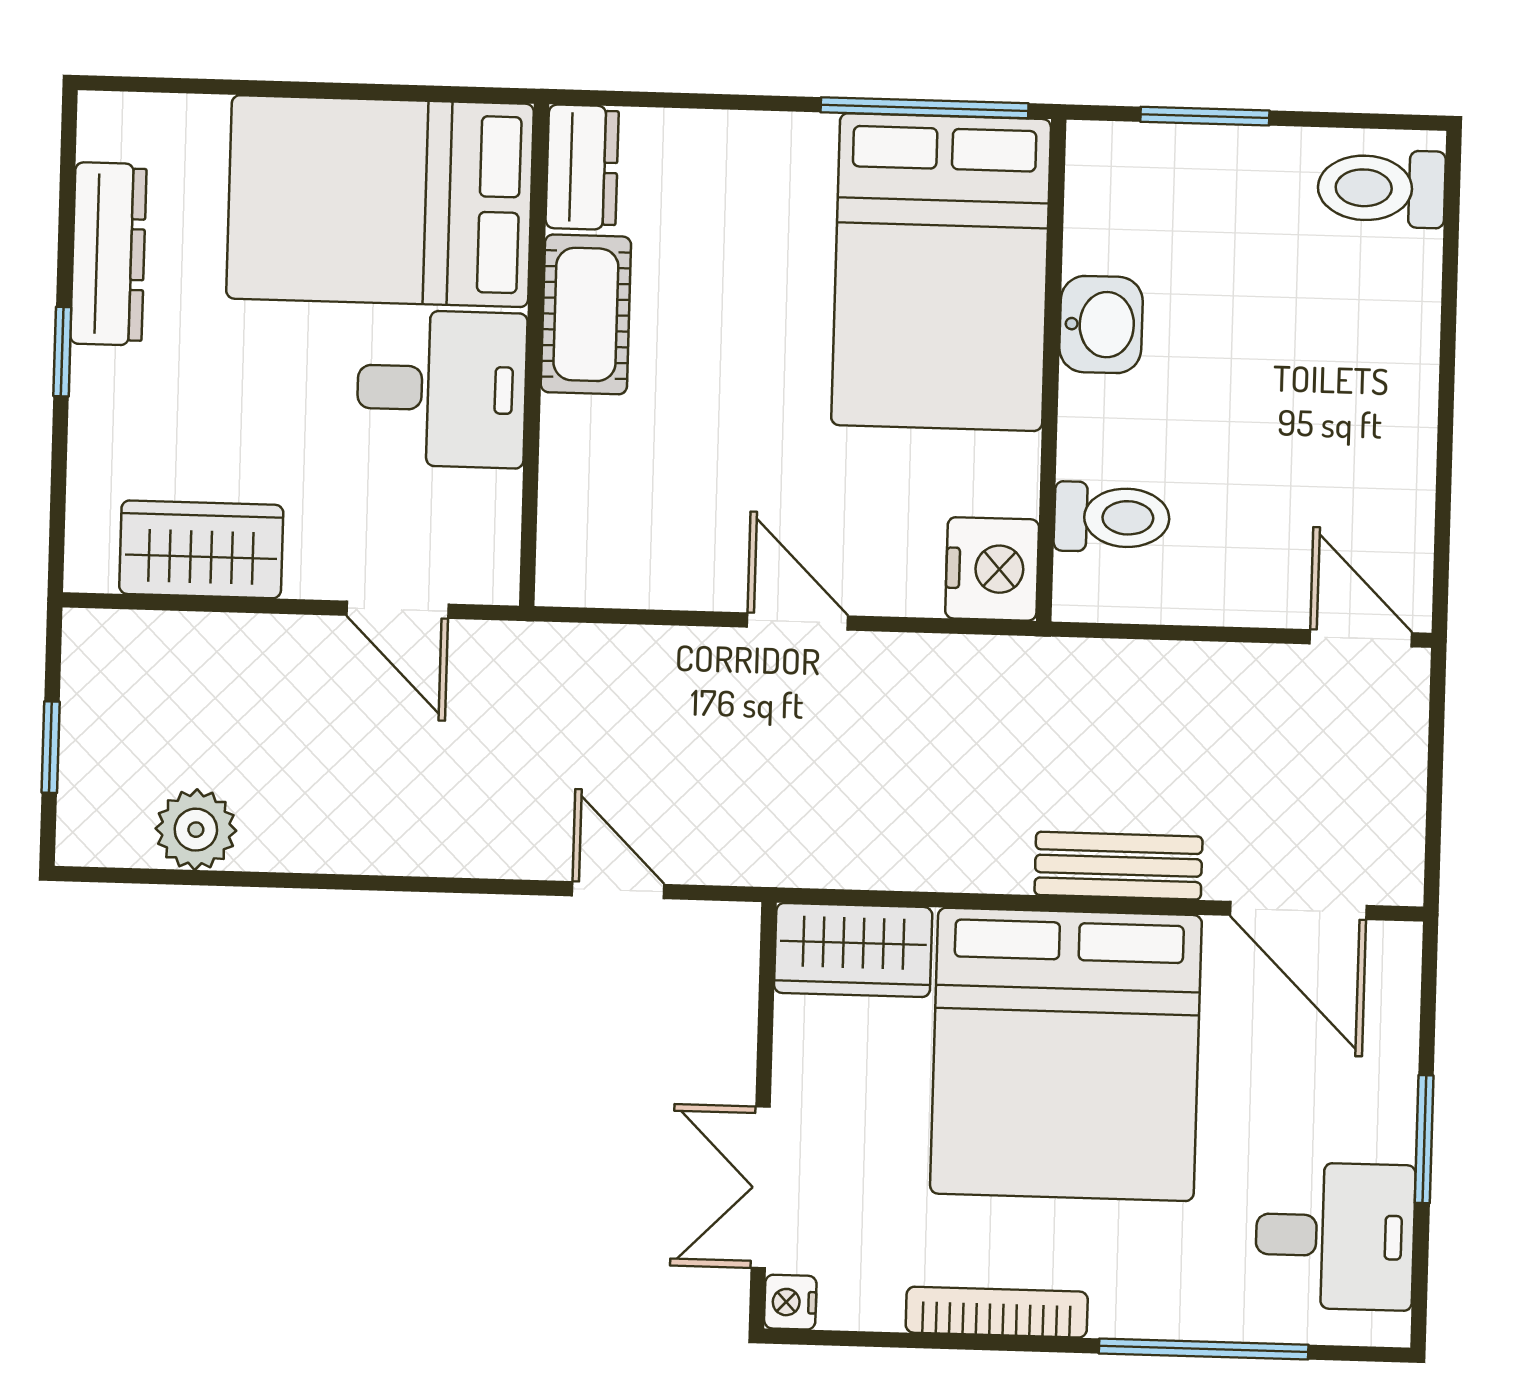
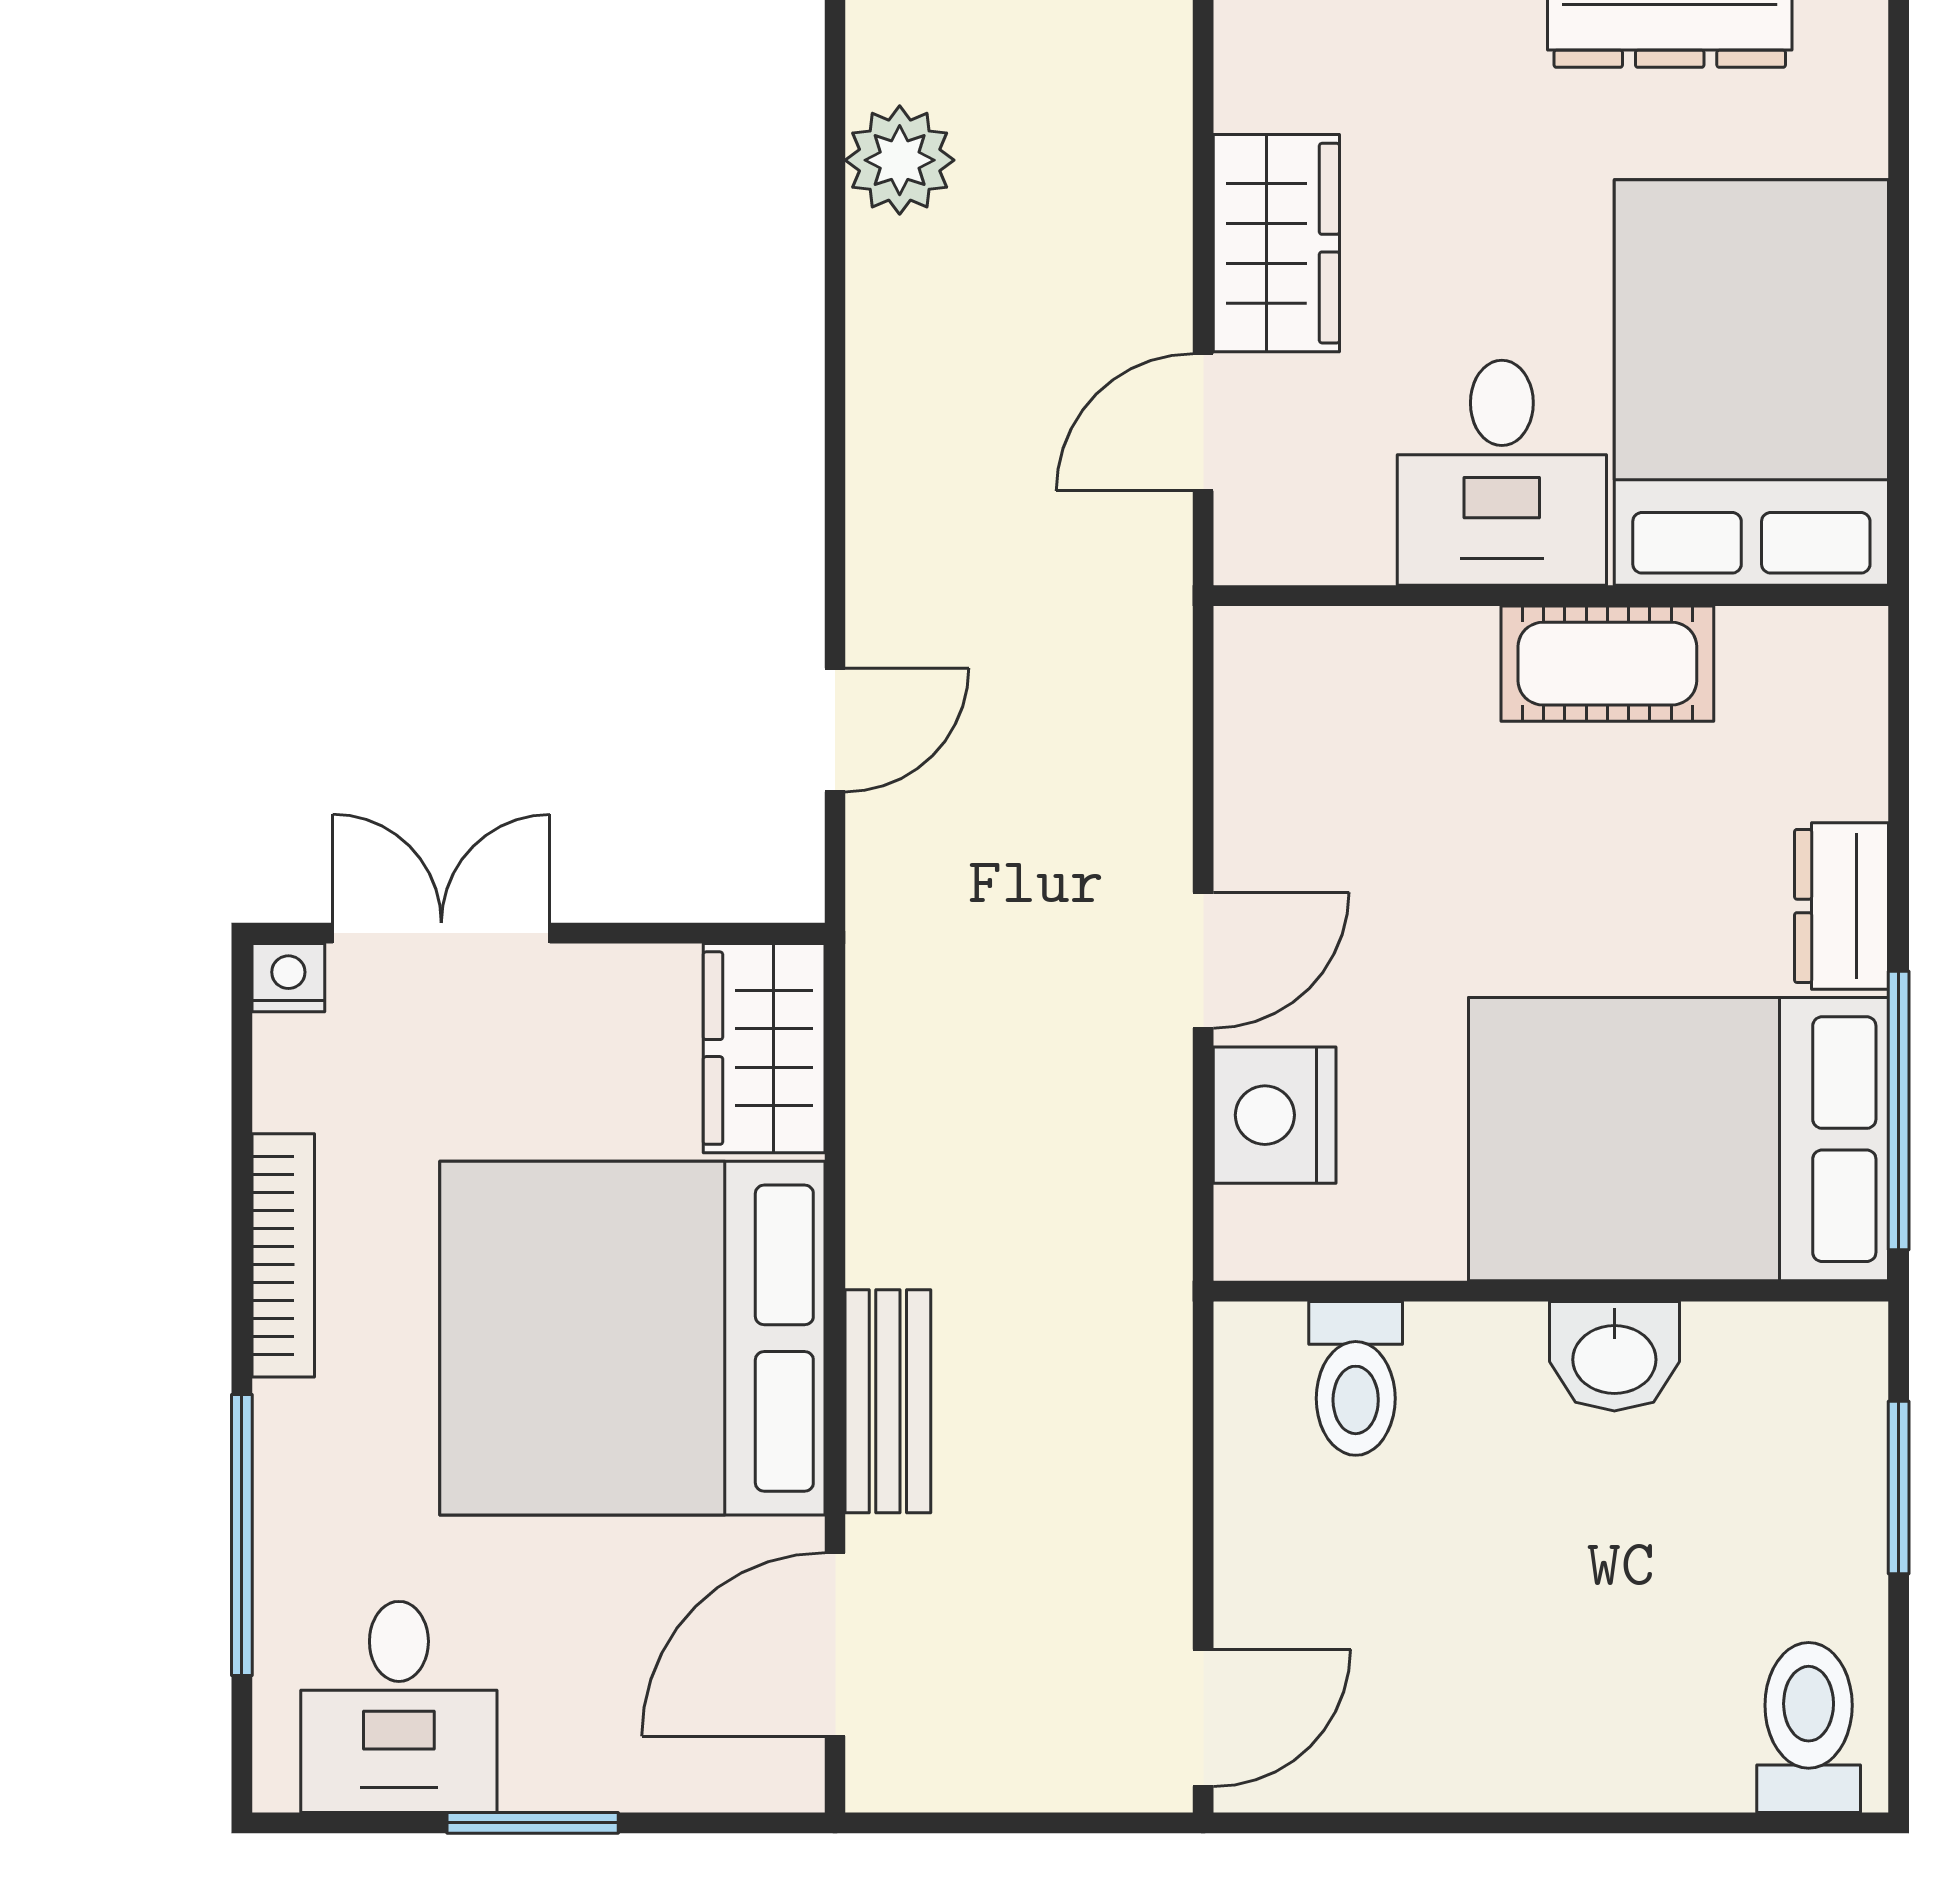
dresser: (582, 167) -> (1842, 906), moved, turned 90
wardrobe: (201, 549) -> (1276, 243), moved
nightstand: (992, 569) -> (1275, 1115), moved, turned 90

